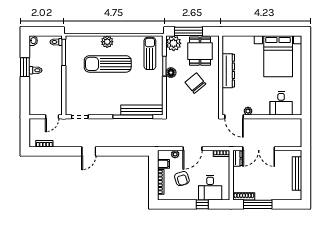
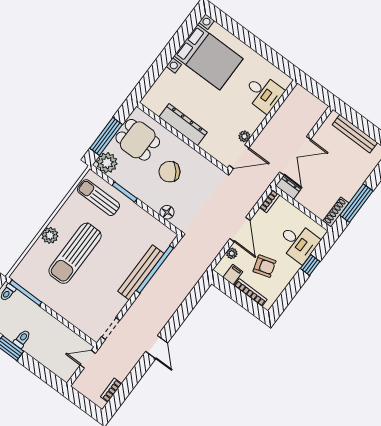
floor lamp: (171, 73) -> (167, 212), moved
bench: (142, 110) -> (141, 272), moved
door: (52, 117) -> (88, 359), swing flipped

